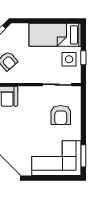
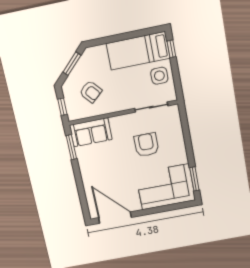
window: (83, 58) -> (171, 49), moved
armchair: (61, 115) -> (146, 145), moved, turned 180

